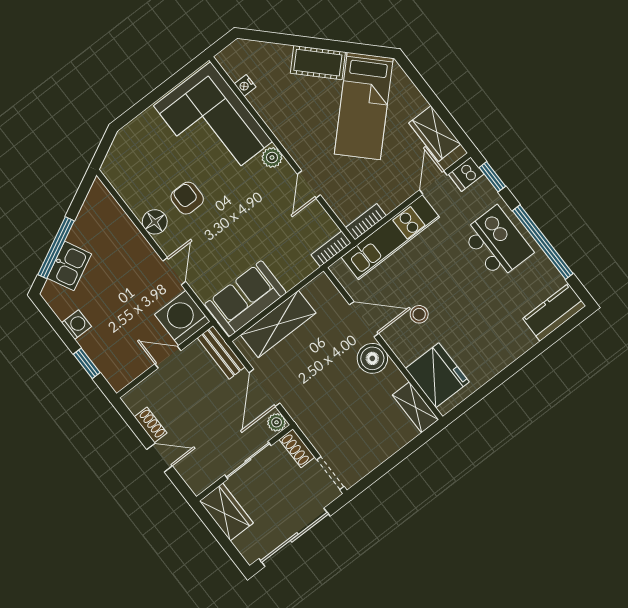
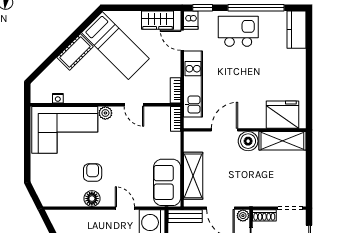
armchair: (187, 198) -> (93, 173), turned 90
stool: (419, 314) -> (244, 100), removed
shelving: (415, 407) -> (282, 141), width x1.50, depth x1.33

